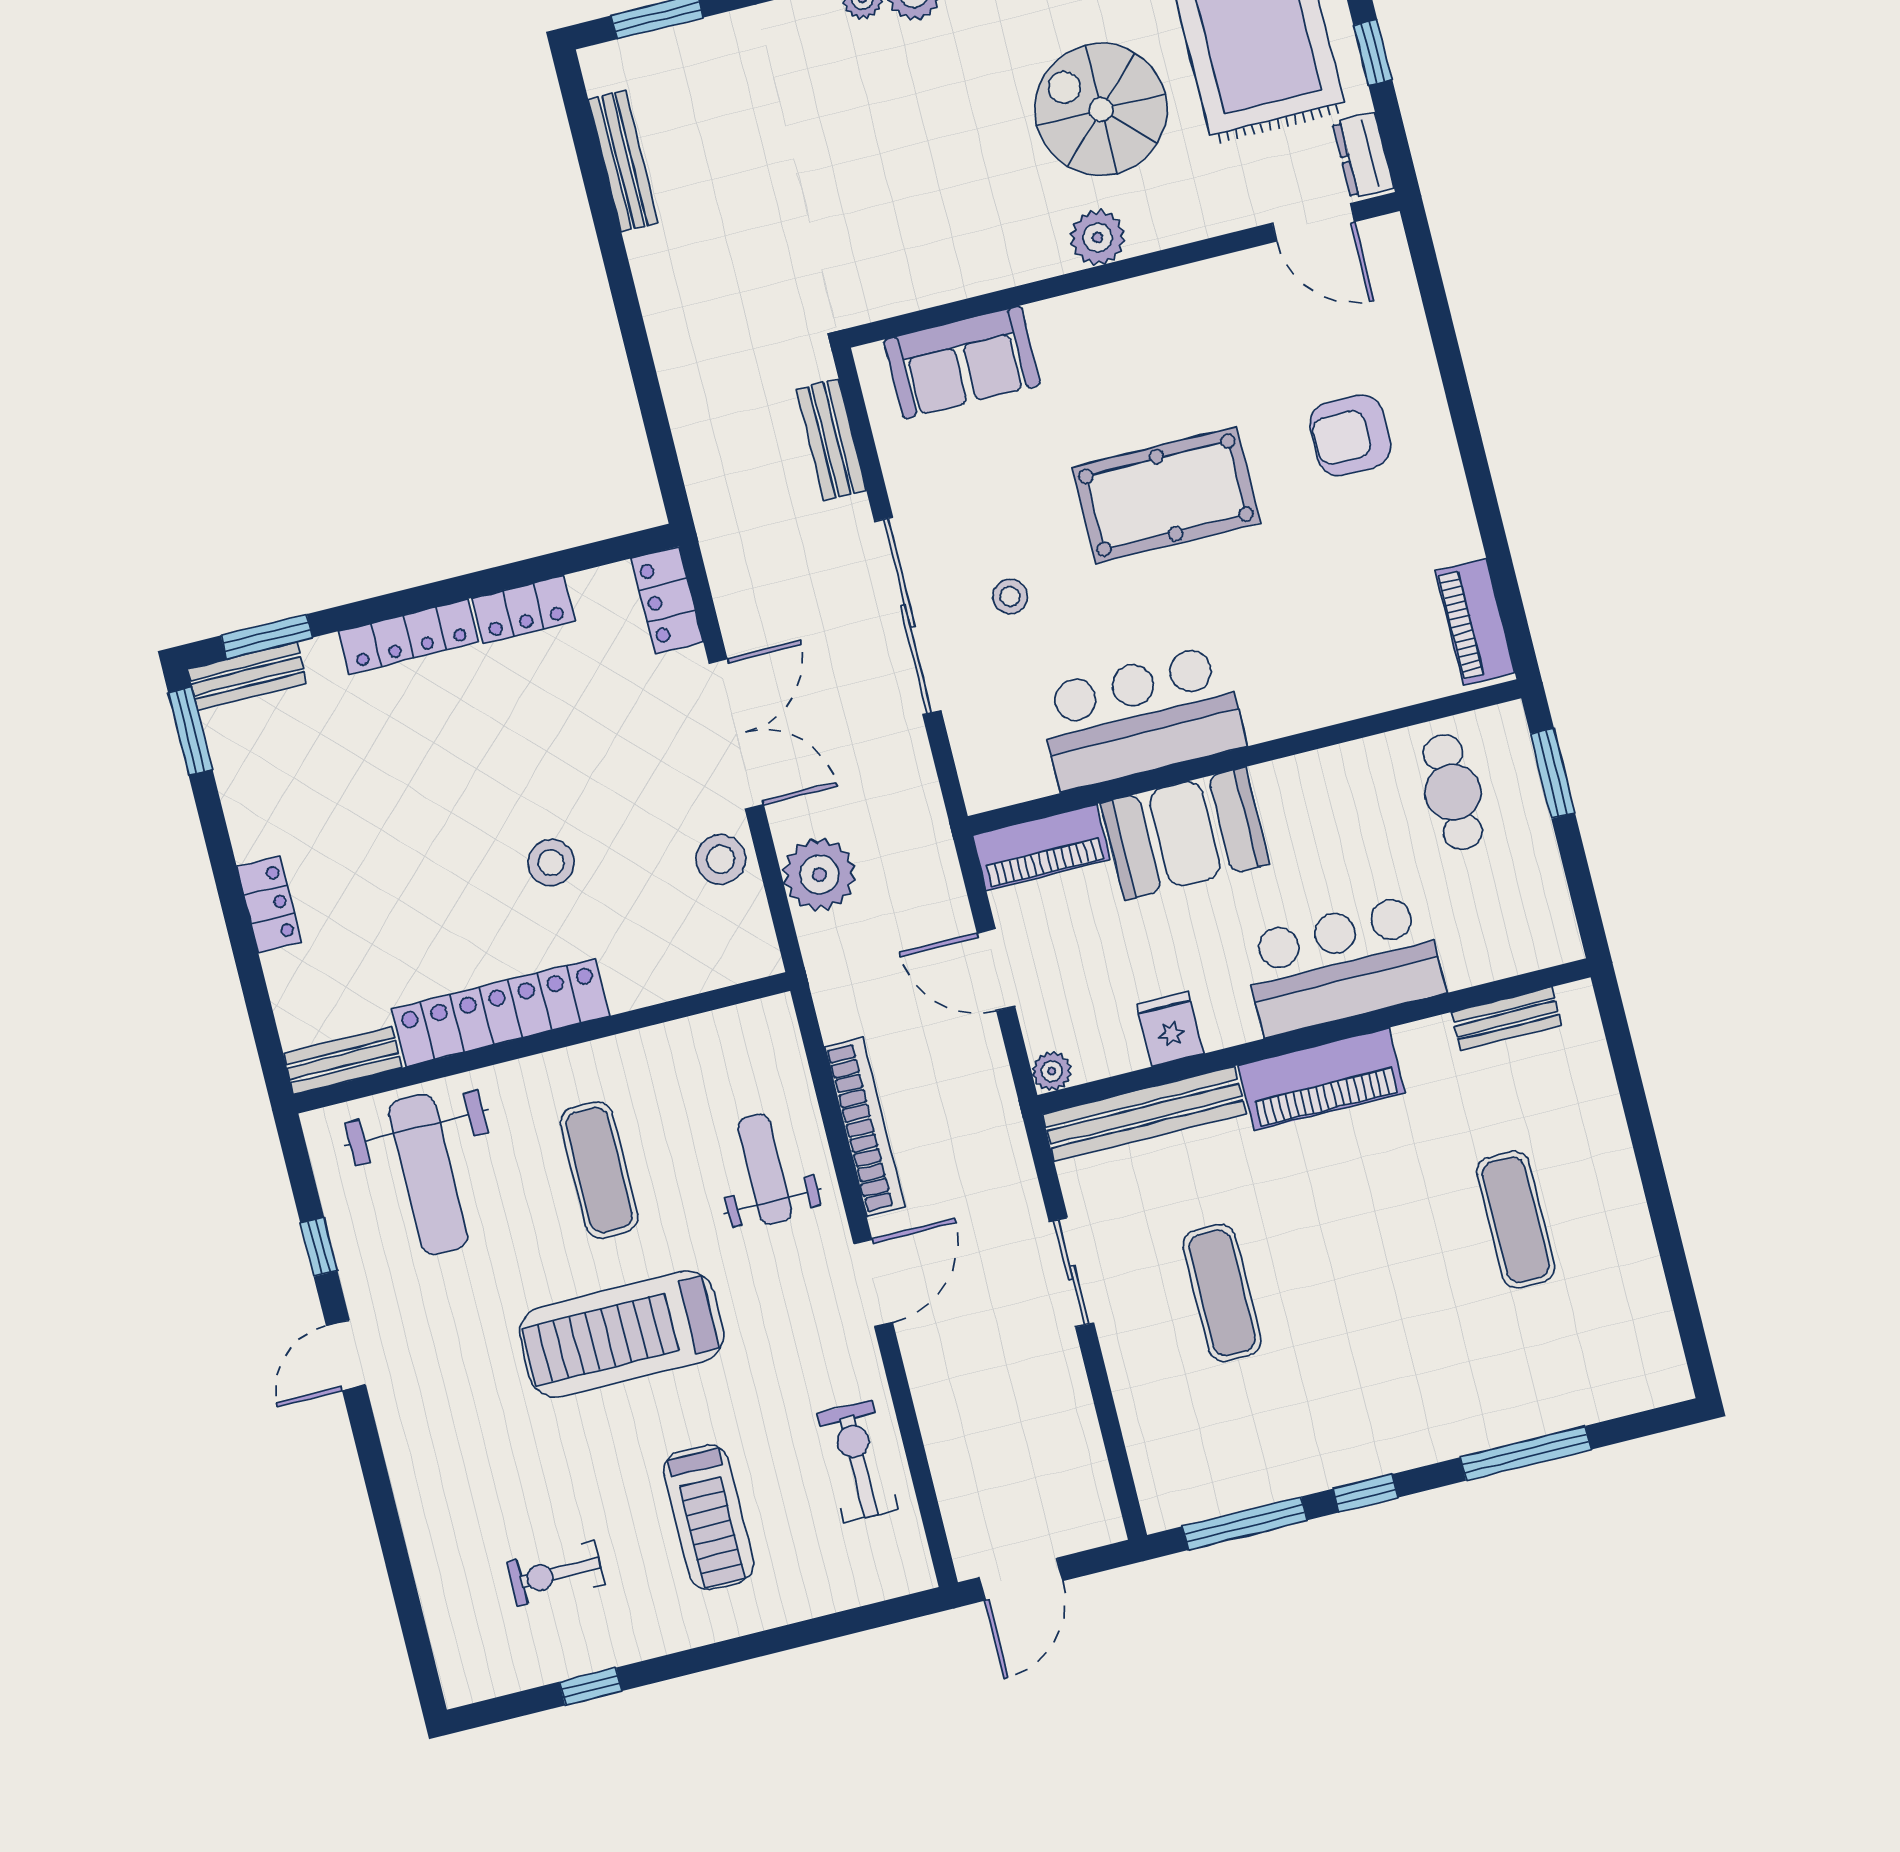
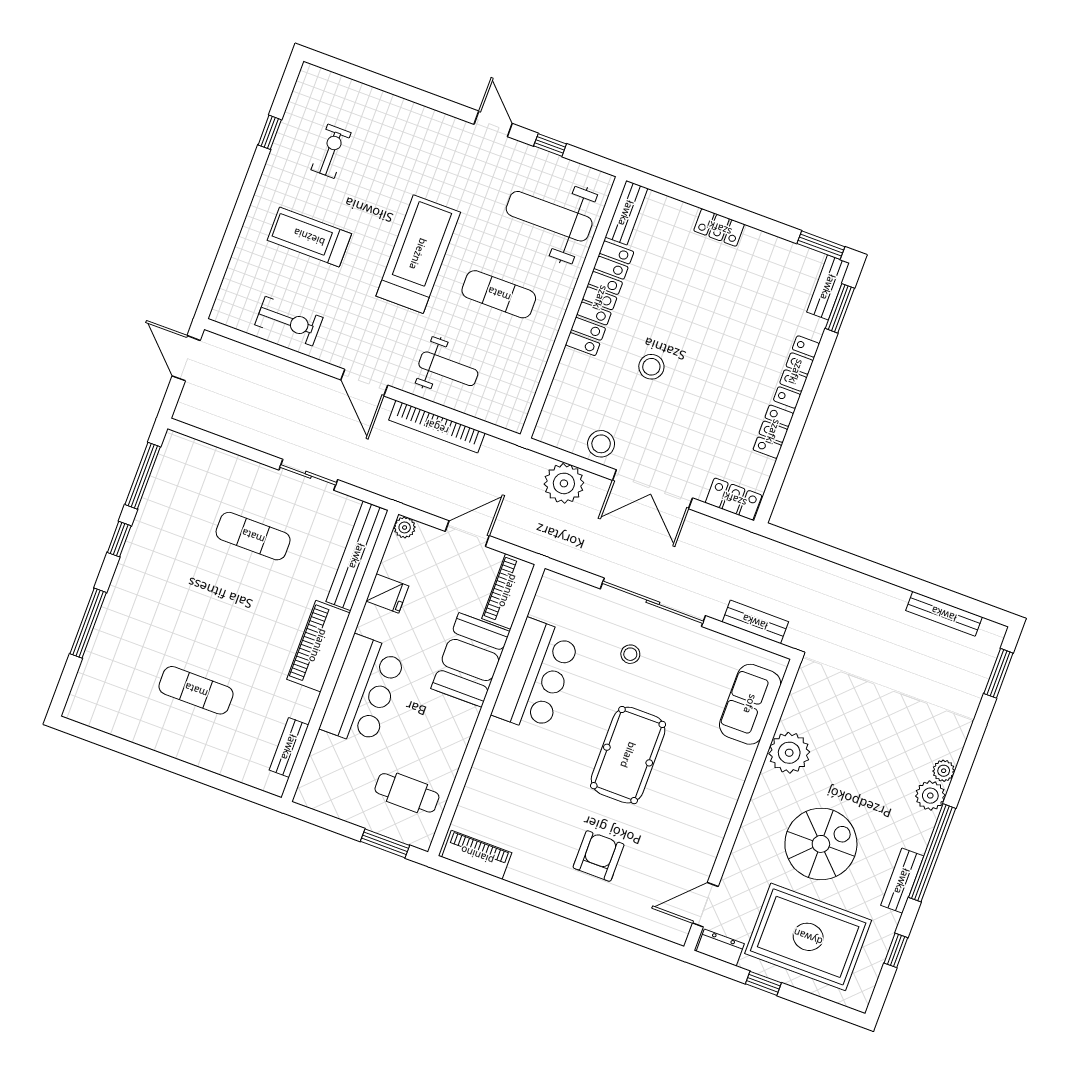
plant: (1098, 237) -> (789, 753), moved, width x1.36, depth x1.36

